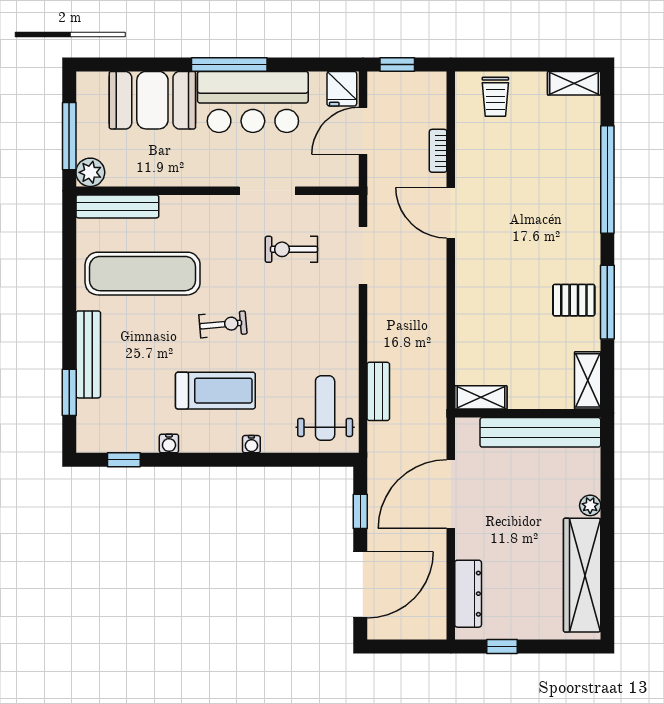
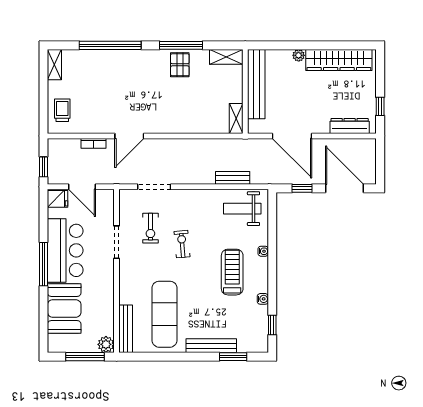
trolley: (495, 97) -> (62, 110), turned -90
exercise bike: (223, 324) -> (182, 244), moved

